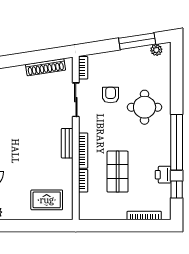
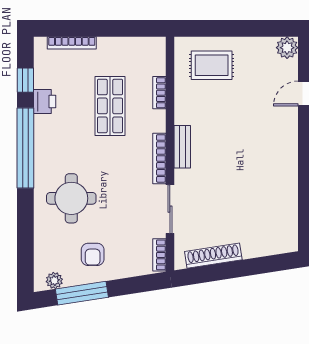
armchair: (111, 95) -> (93, 254), moved
bookcase: (83, 151) -> (159, 158), moved

